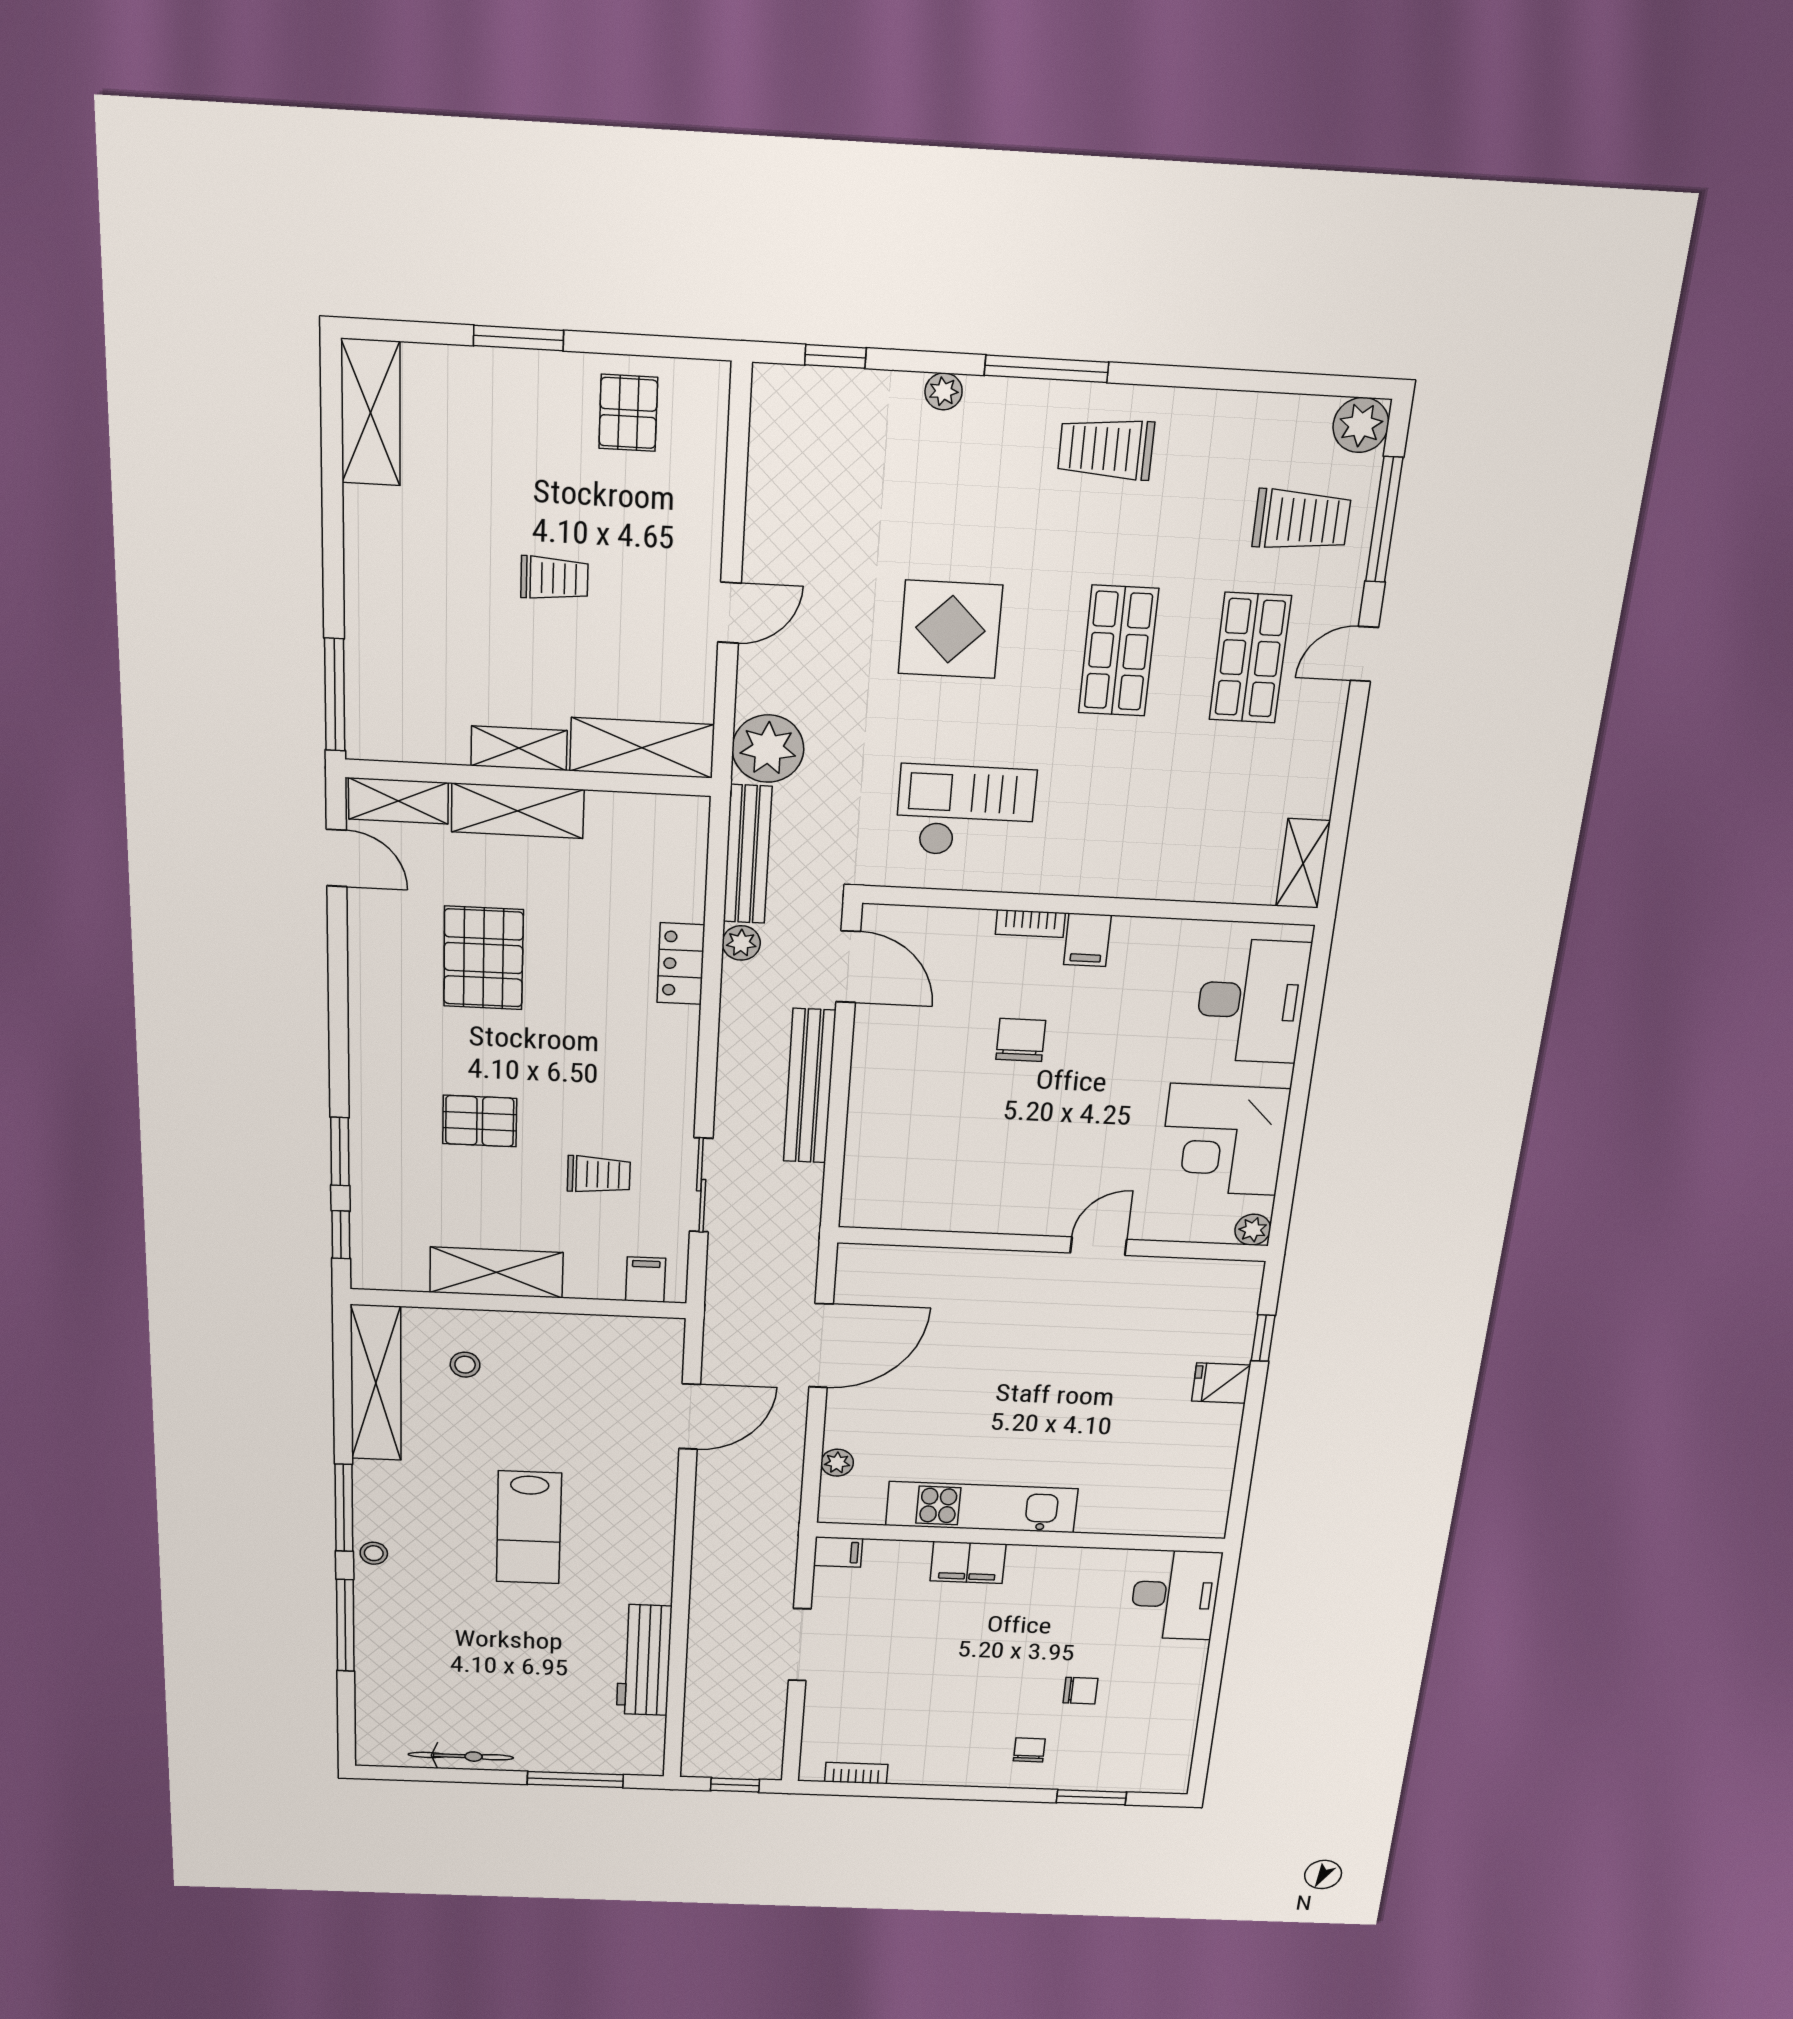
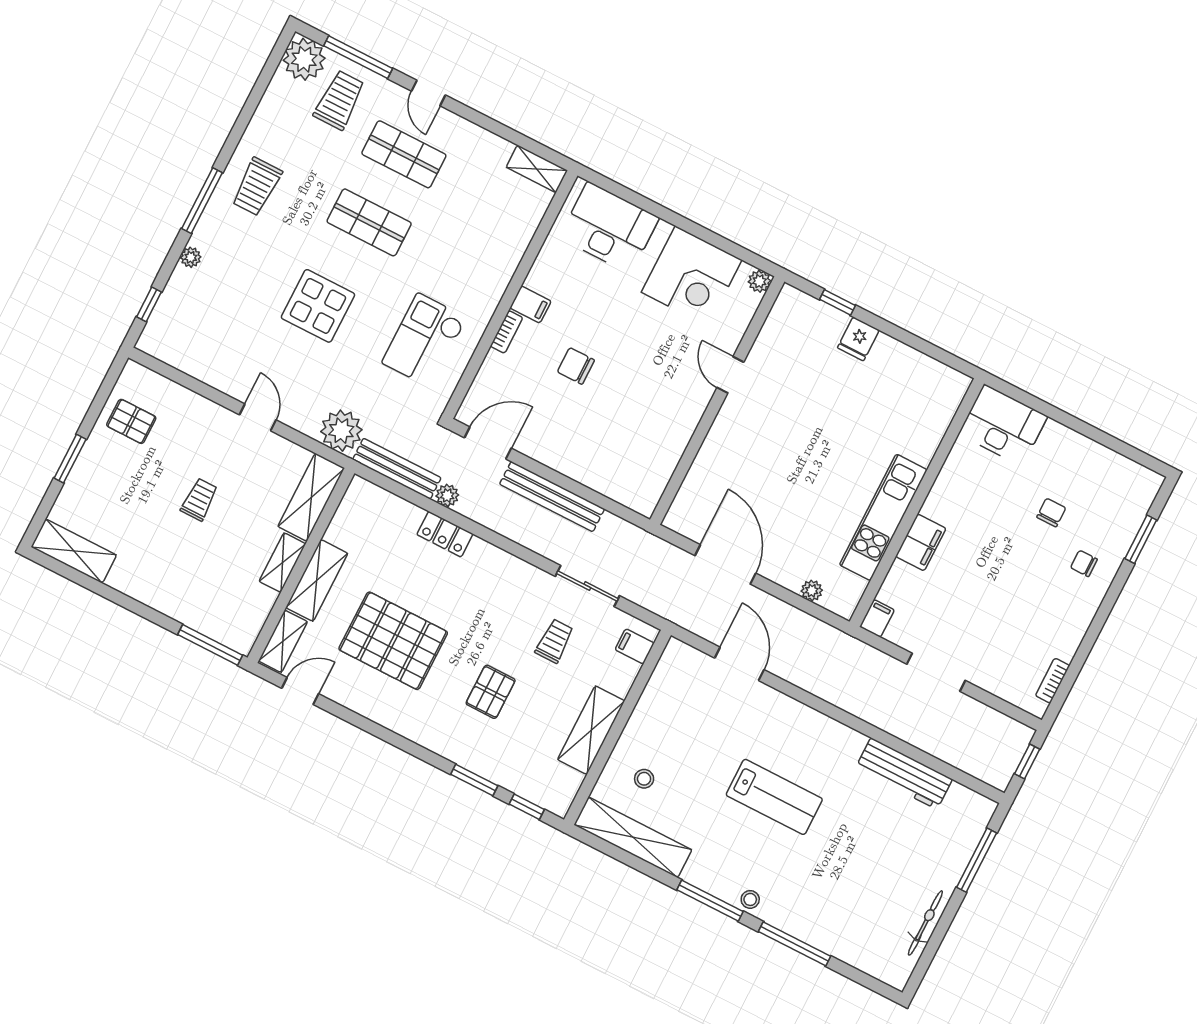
plant: (1361, 425) -> (304, 59), width x1.36, depth x1.36
pallet: (483, 958) -> (393, 641), width x1.37, depth x1.41

